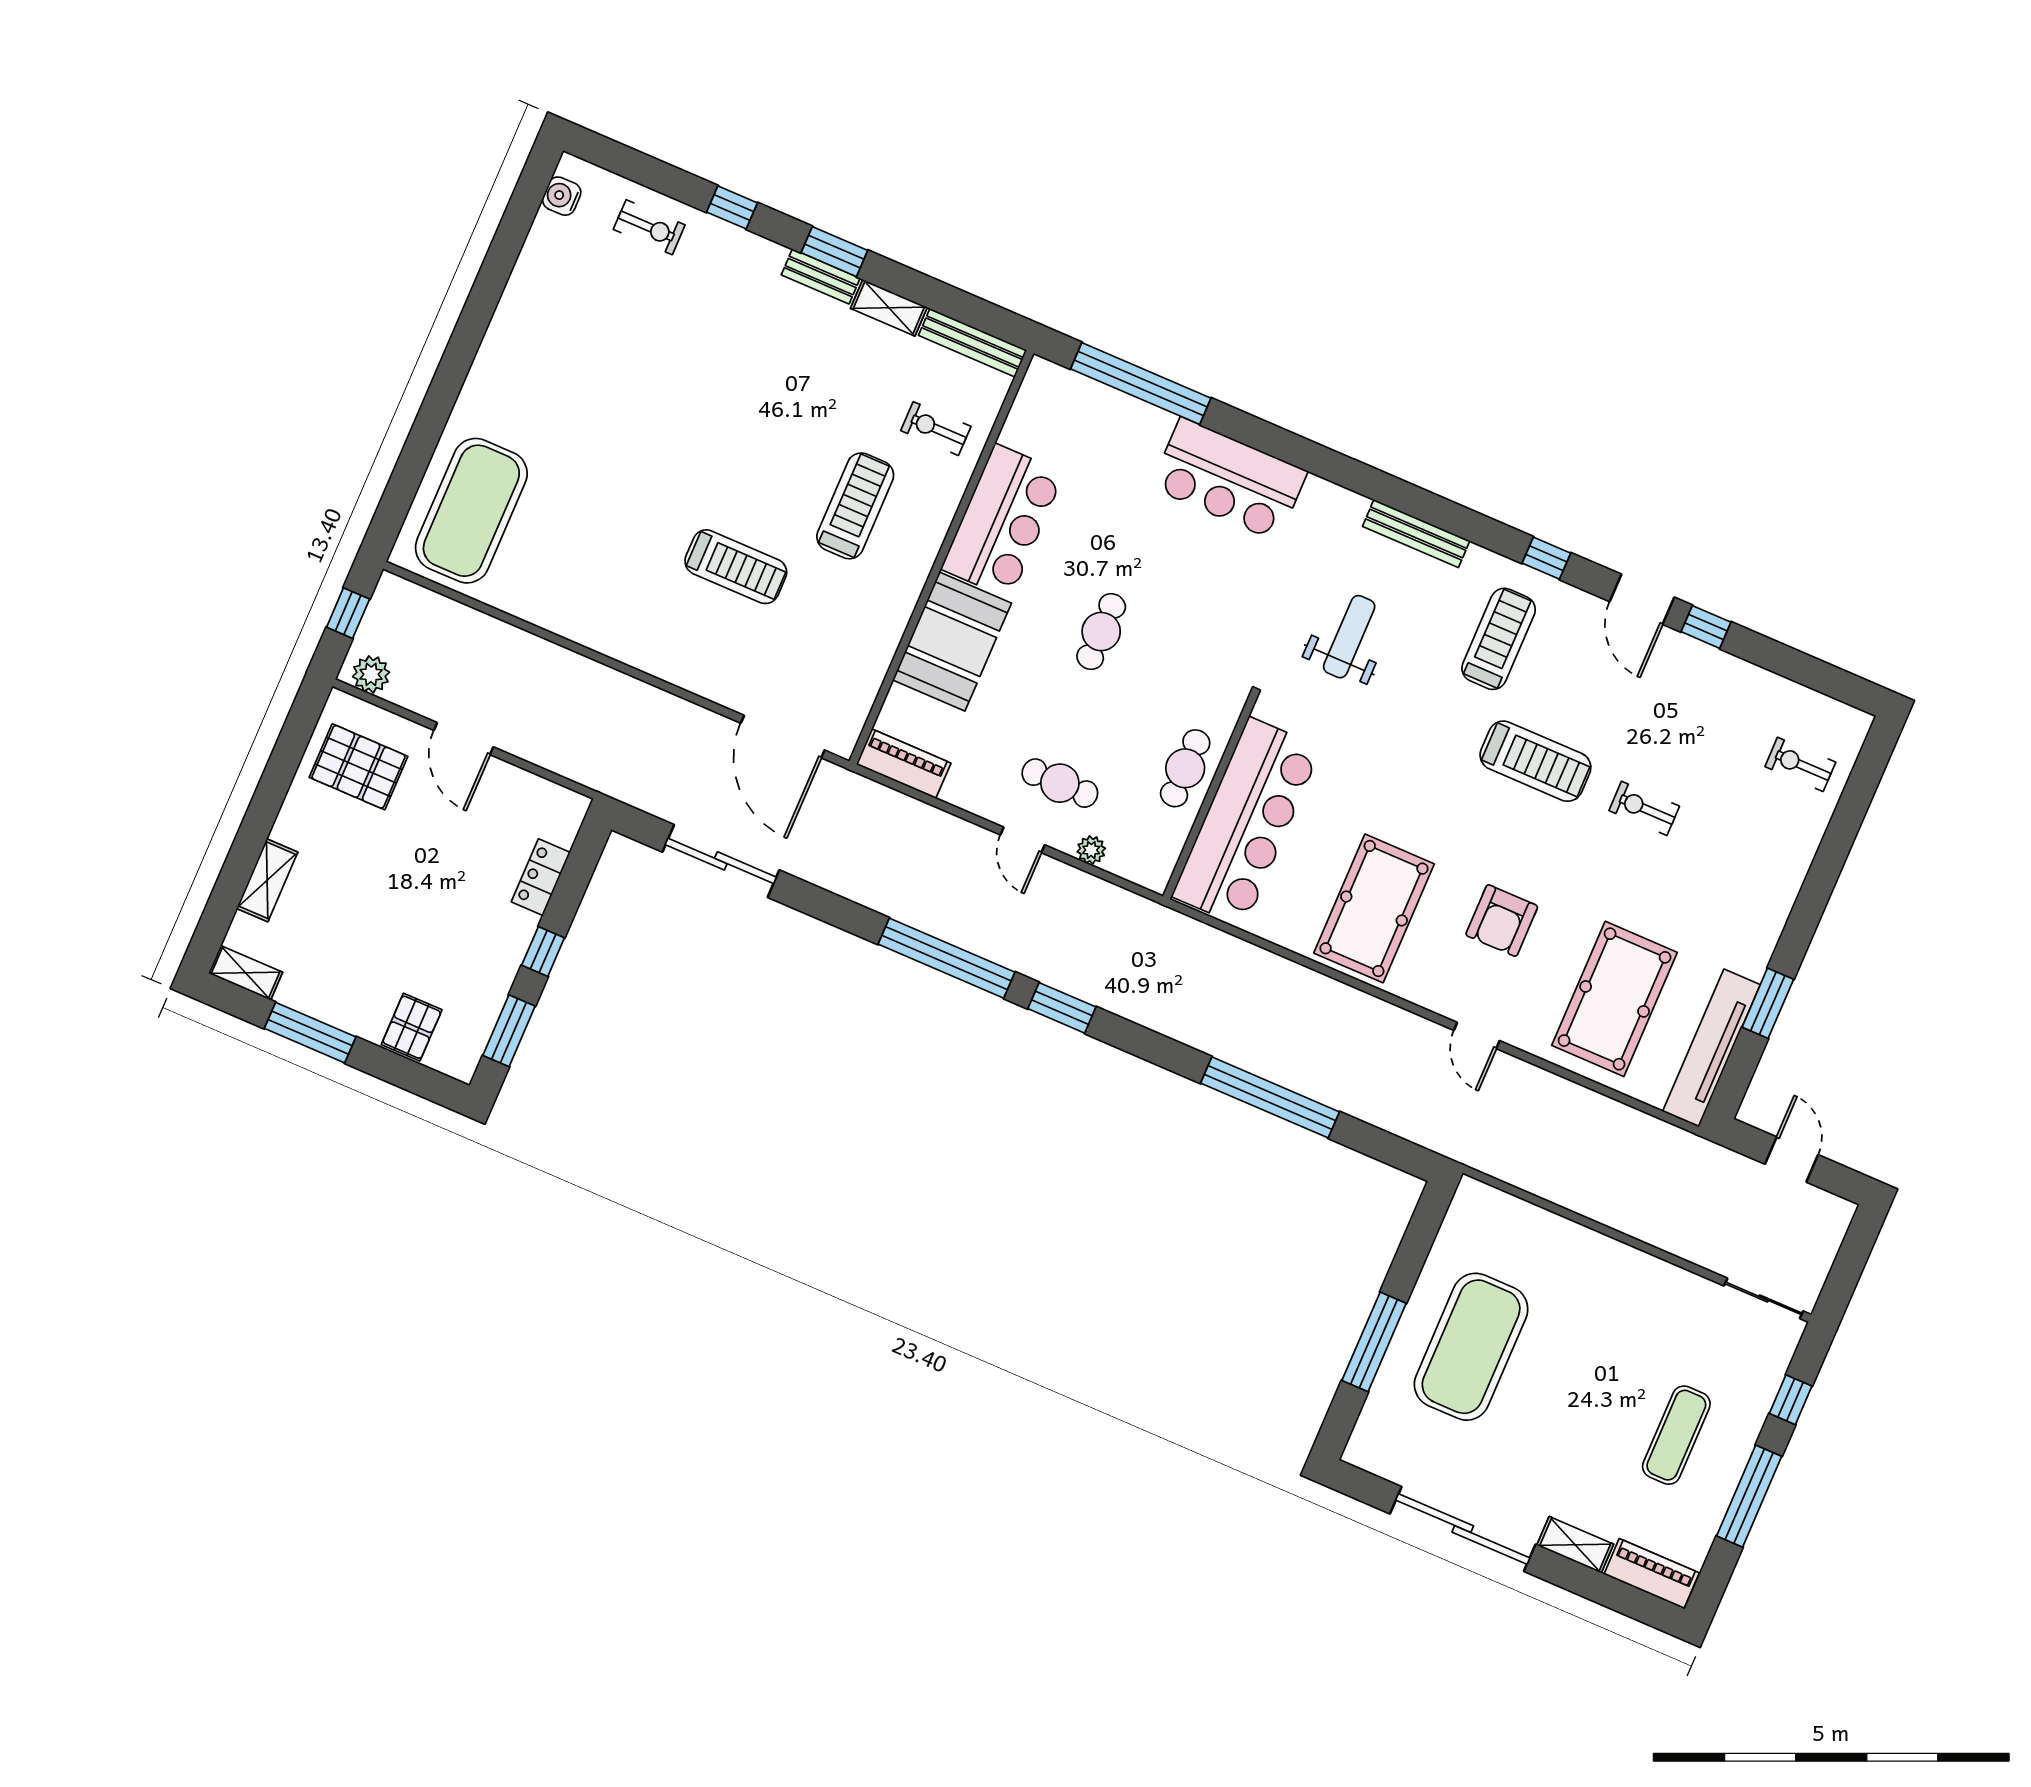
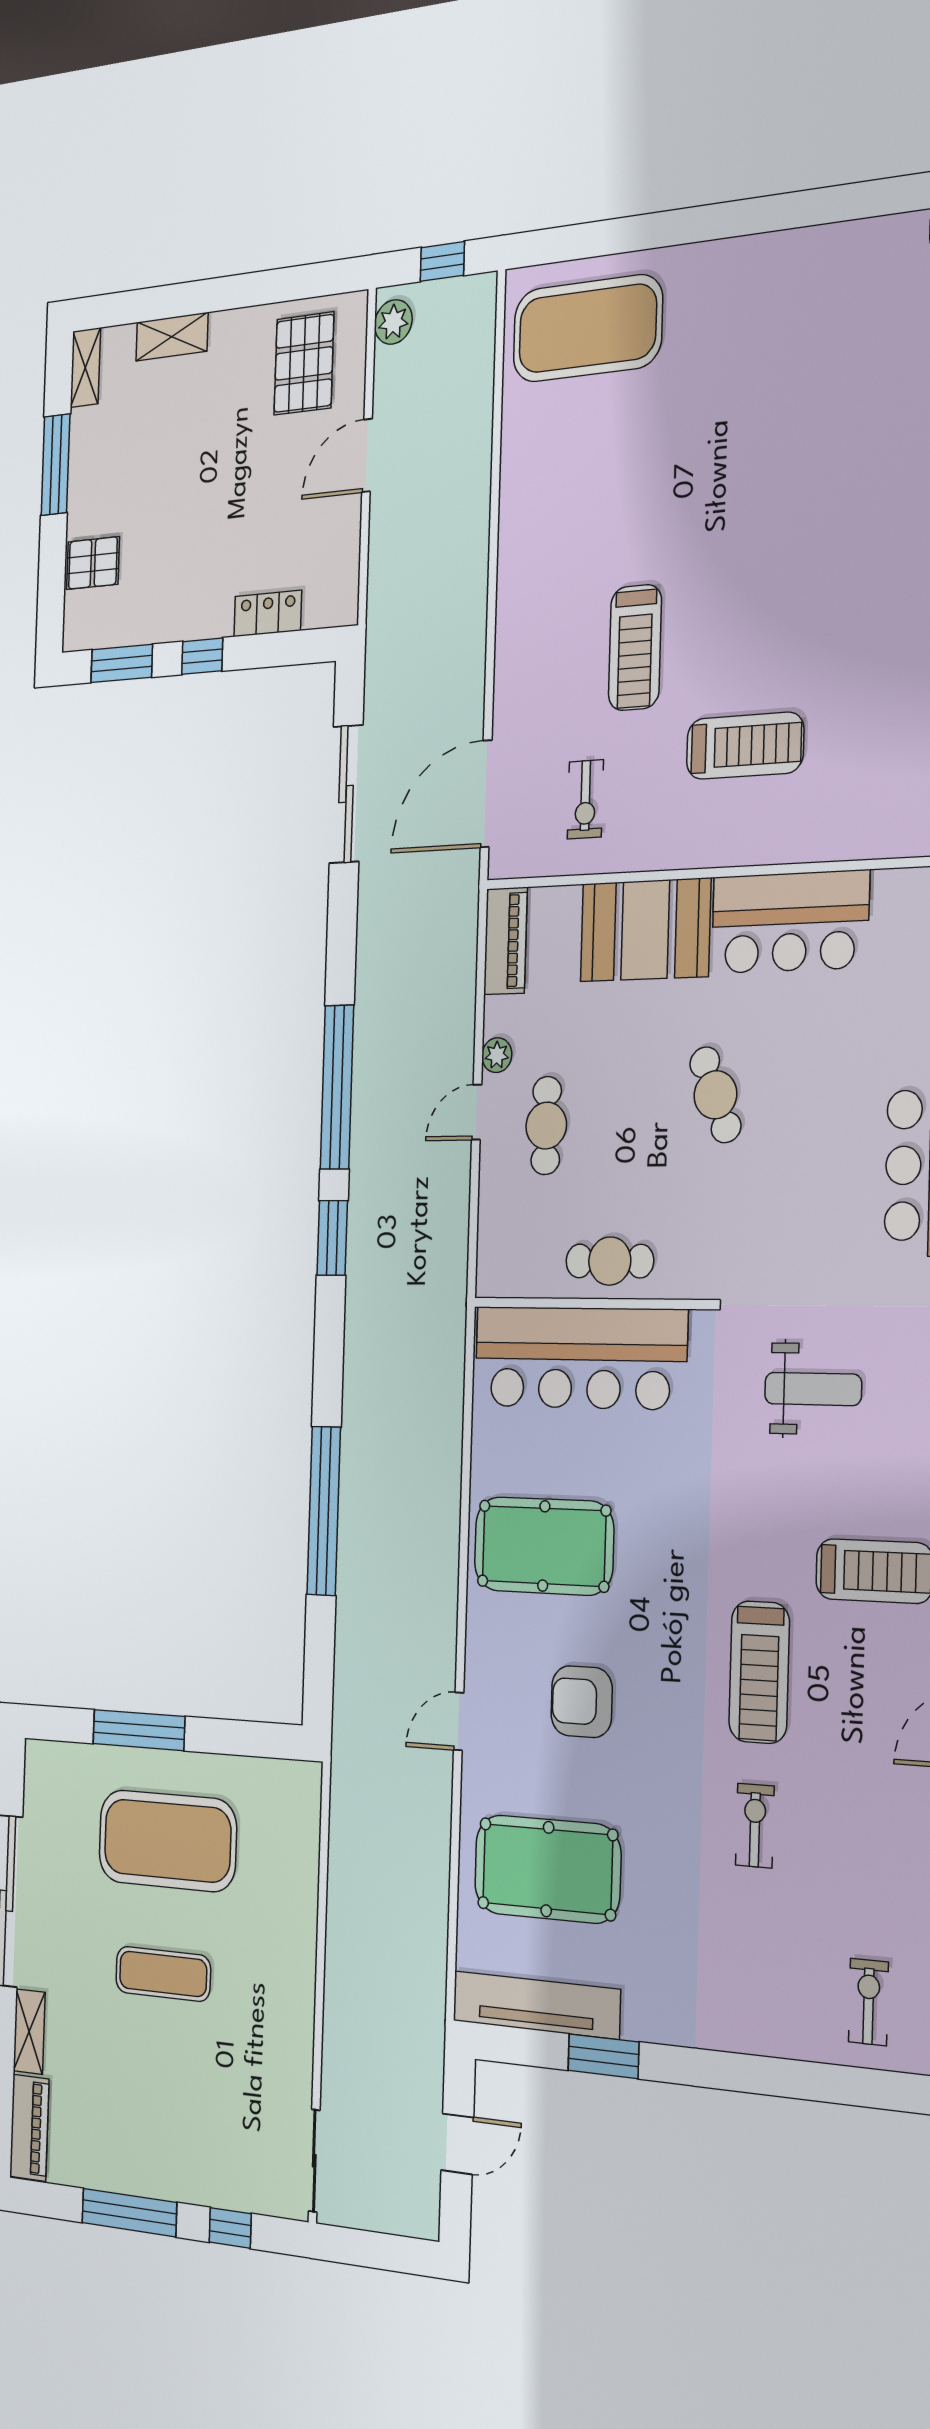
exercise bike: (936, 429) -> (585, 799), moved, turned 180
cafe table: (1101, 632) -> (715, 1095), turned 68
plant: (1091, 850) -> (497, 1055), moved
exercise mat: (1676, 1435) -> (163, 1974), moved

